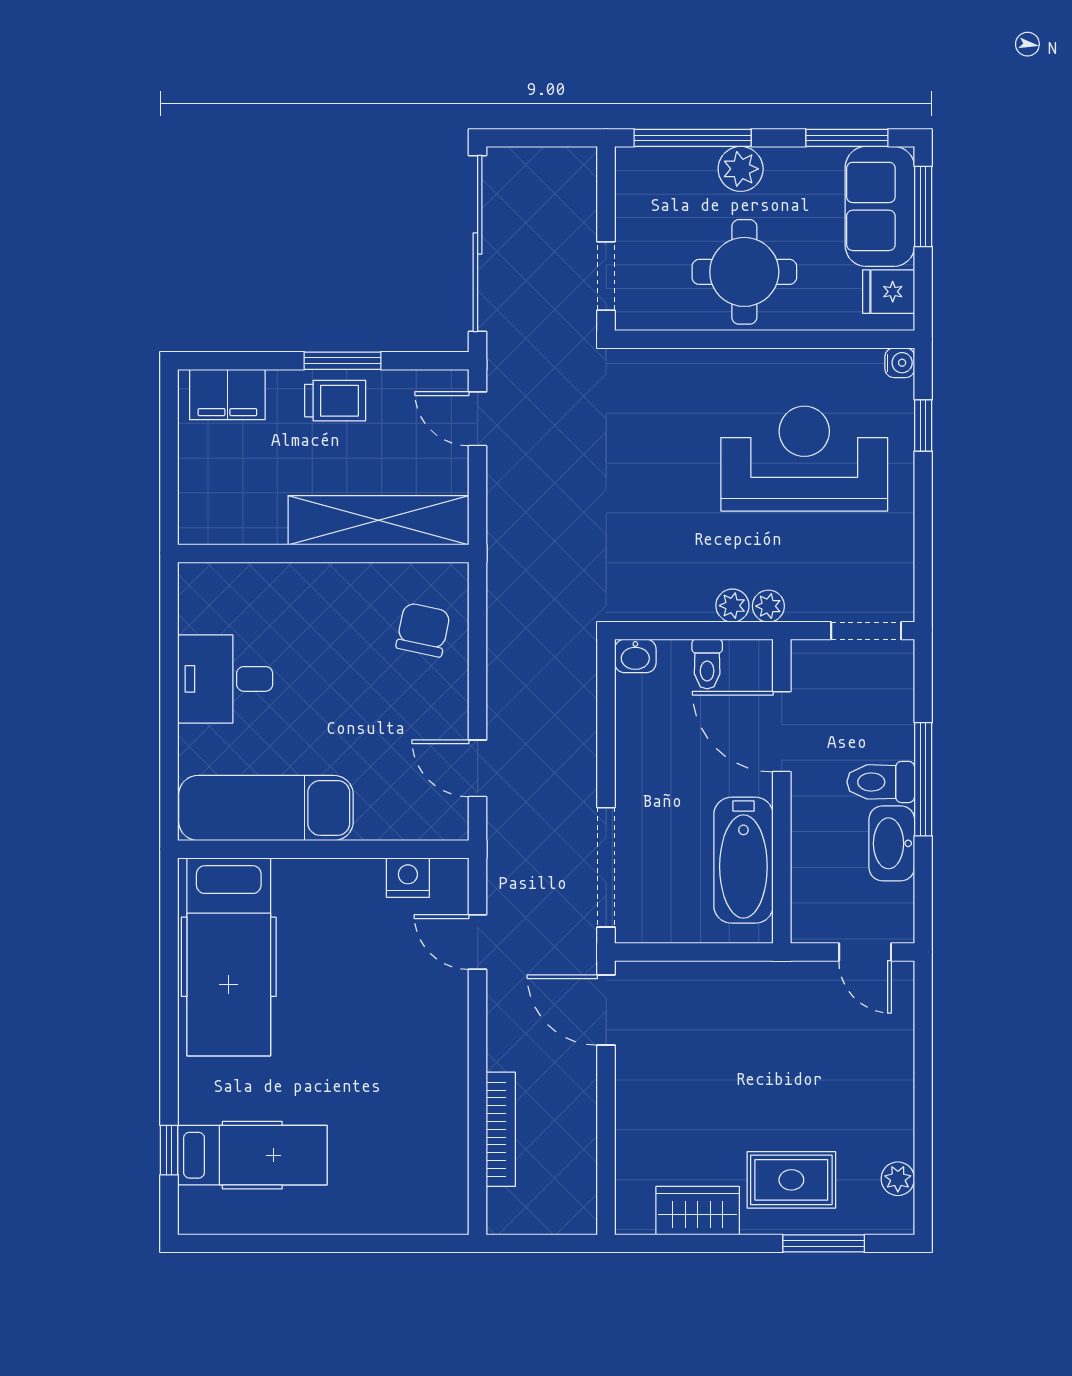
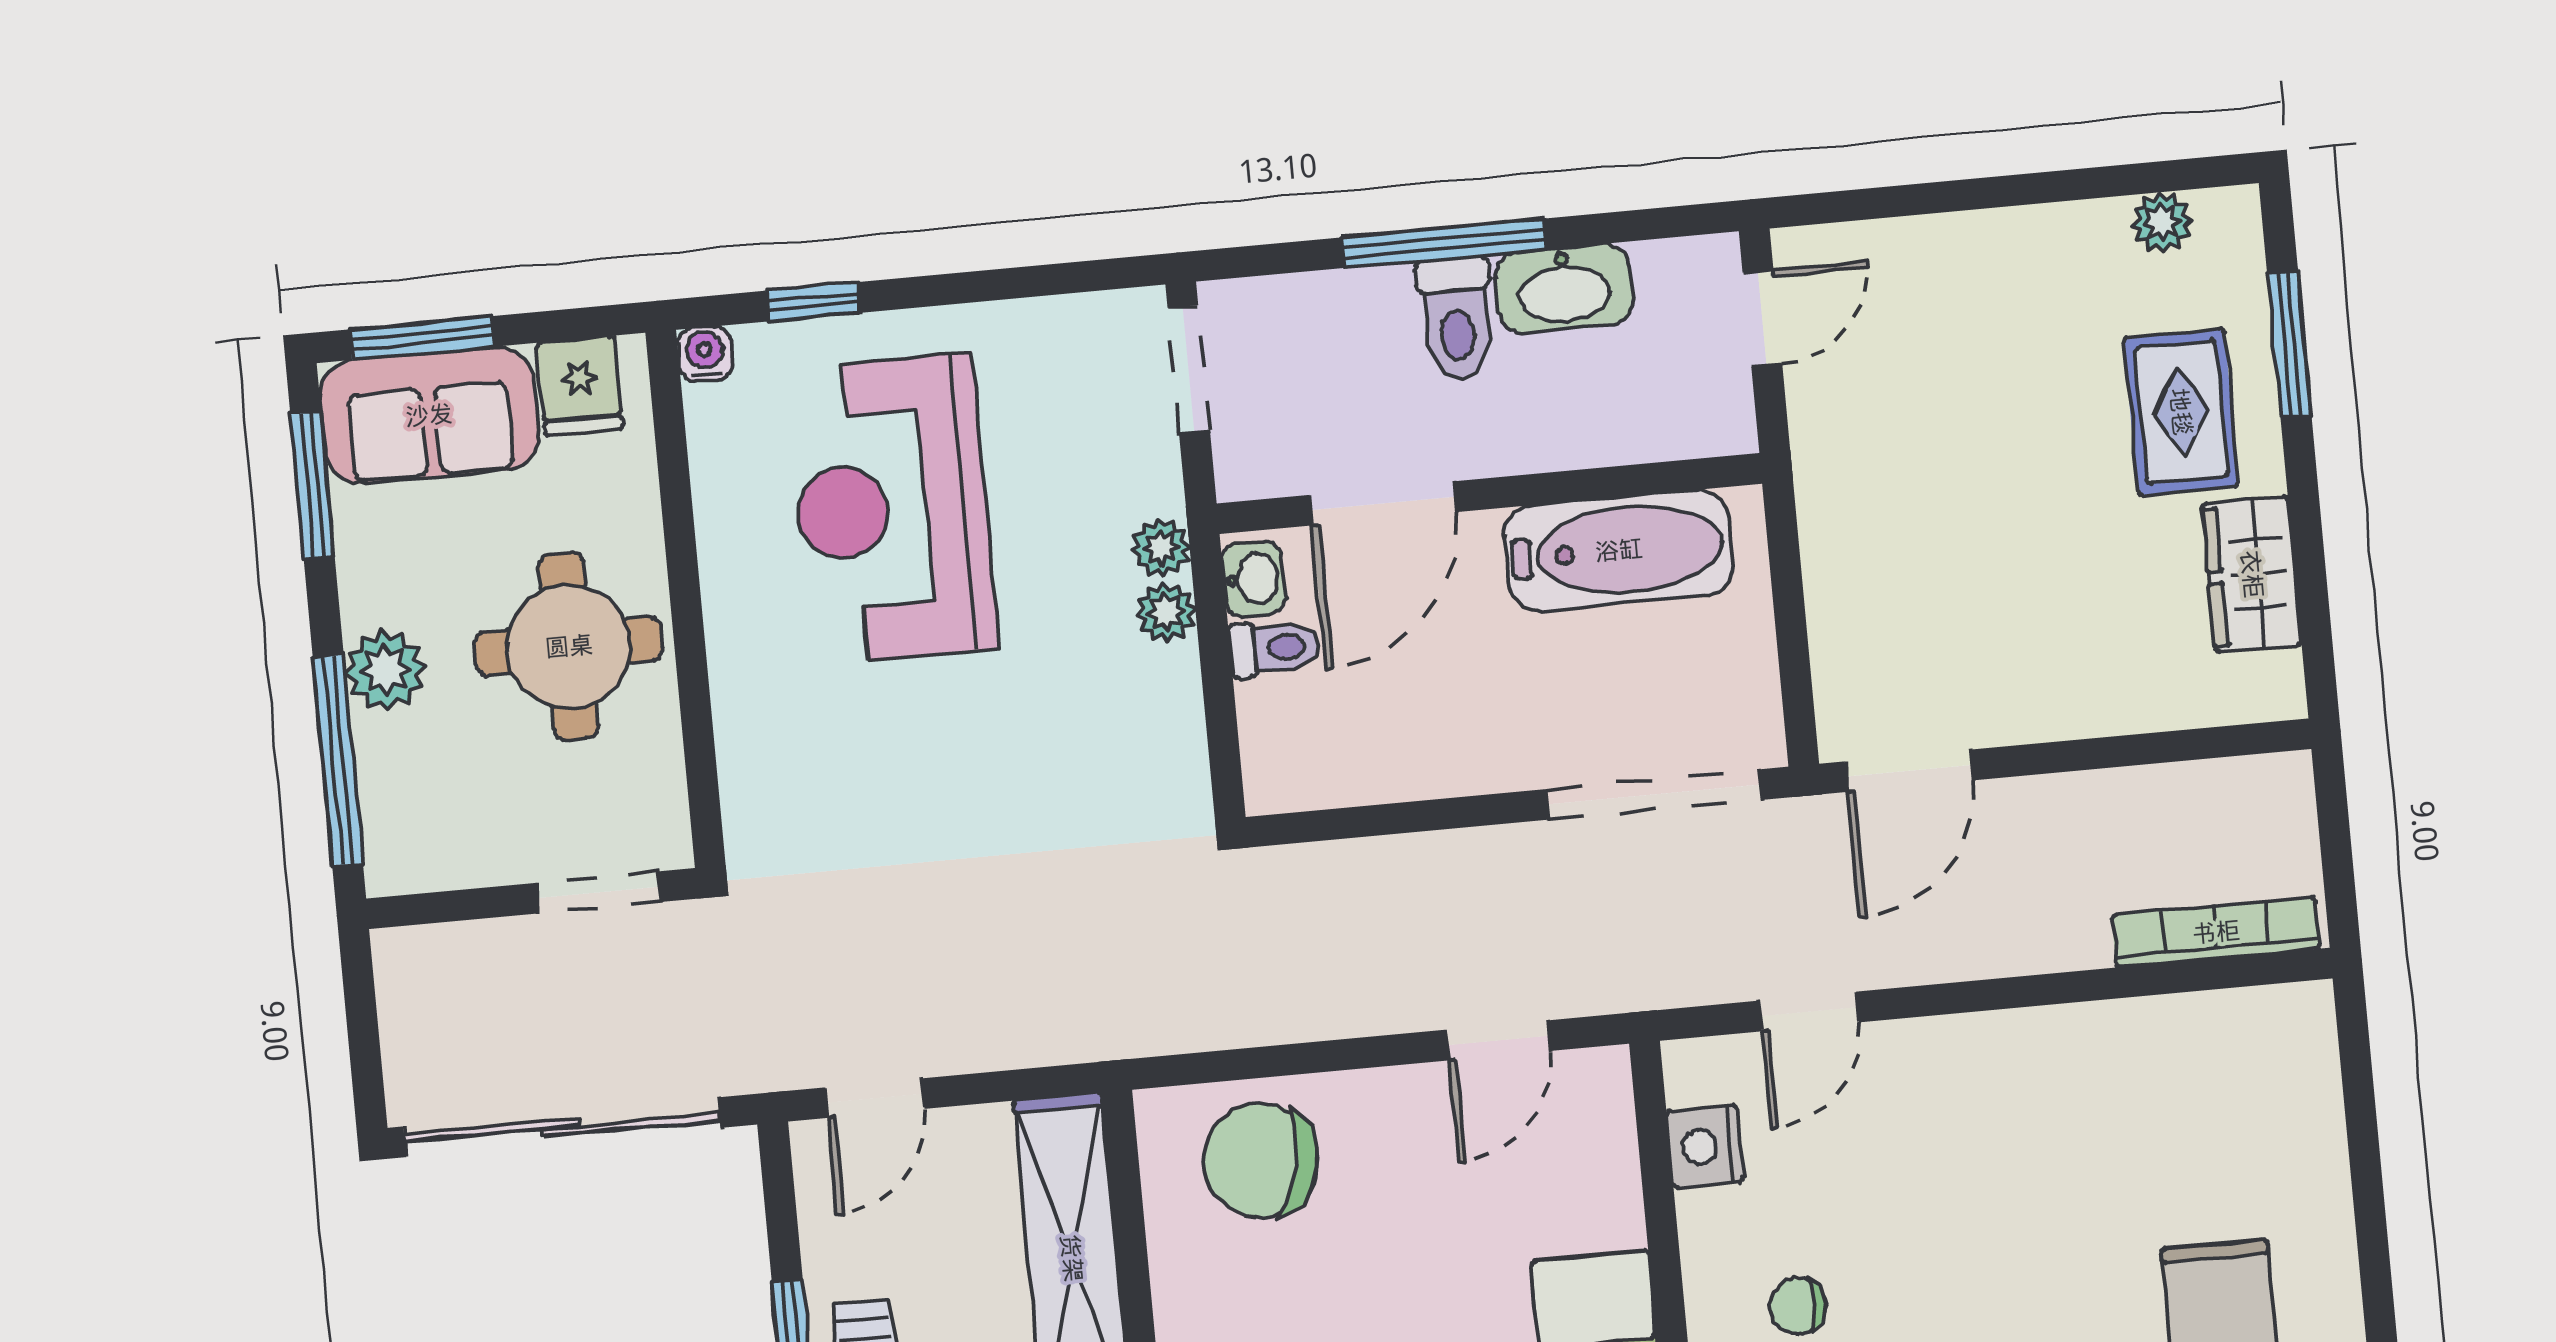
chair: (423, 630) -> (1261, 1160), width x1.37, depth x1.37
washbasin: (635, 656) -> (1254, 579), moved
chair: (314, 921) -> (1798, 1306), added
bookcase: (501, 1129) -> (2216, 932), moved

